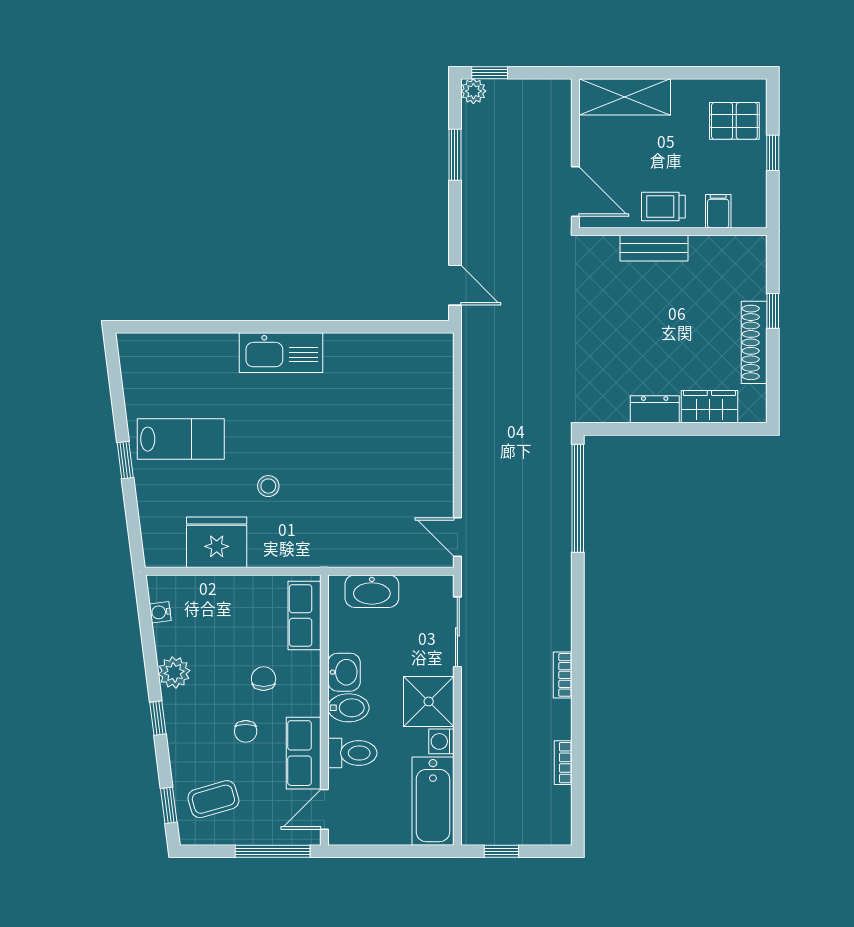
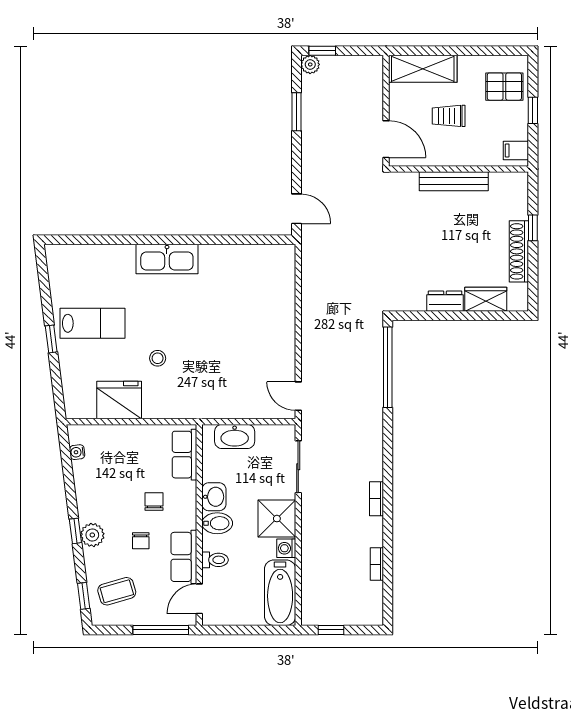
trolley: (663, 207) -> (449, 116), moved
filing cabinet: (718, 211) -> (516, 150), moved, turned -90
bench: (654, 248) -> (454, 181), width x1.36
plant: (174, 672) -> (92, 535), moved
toilet: (352, 753) -> (215, 560), width x0.73, depth x0.72

